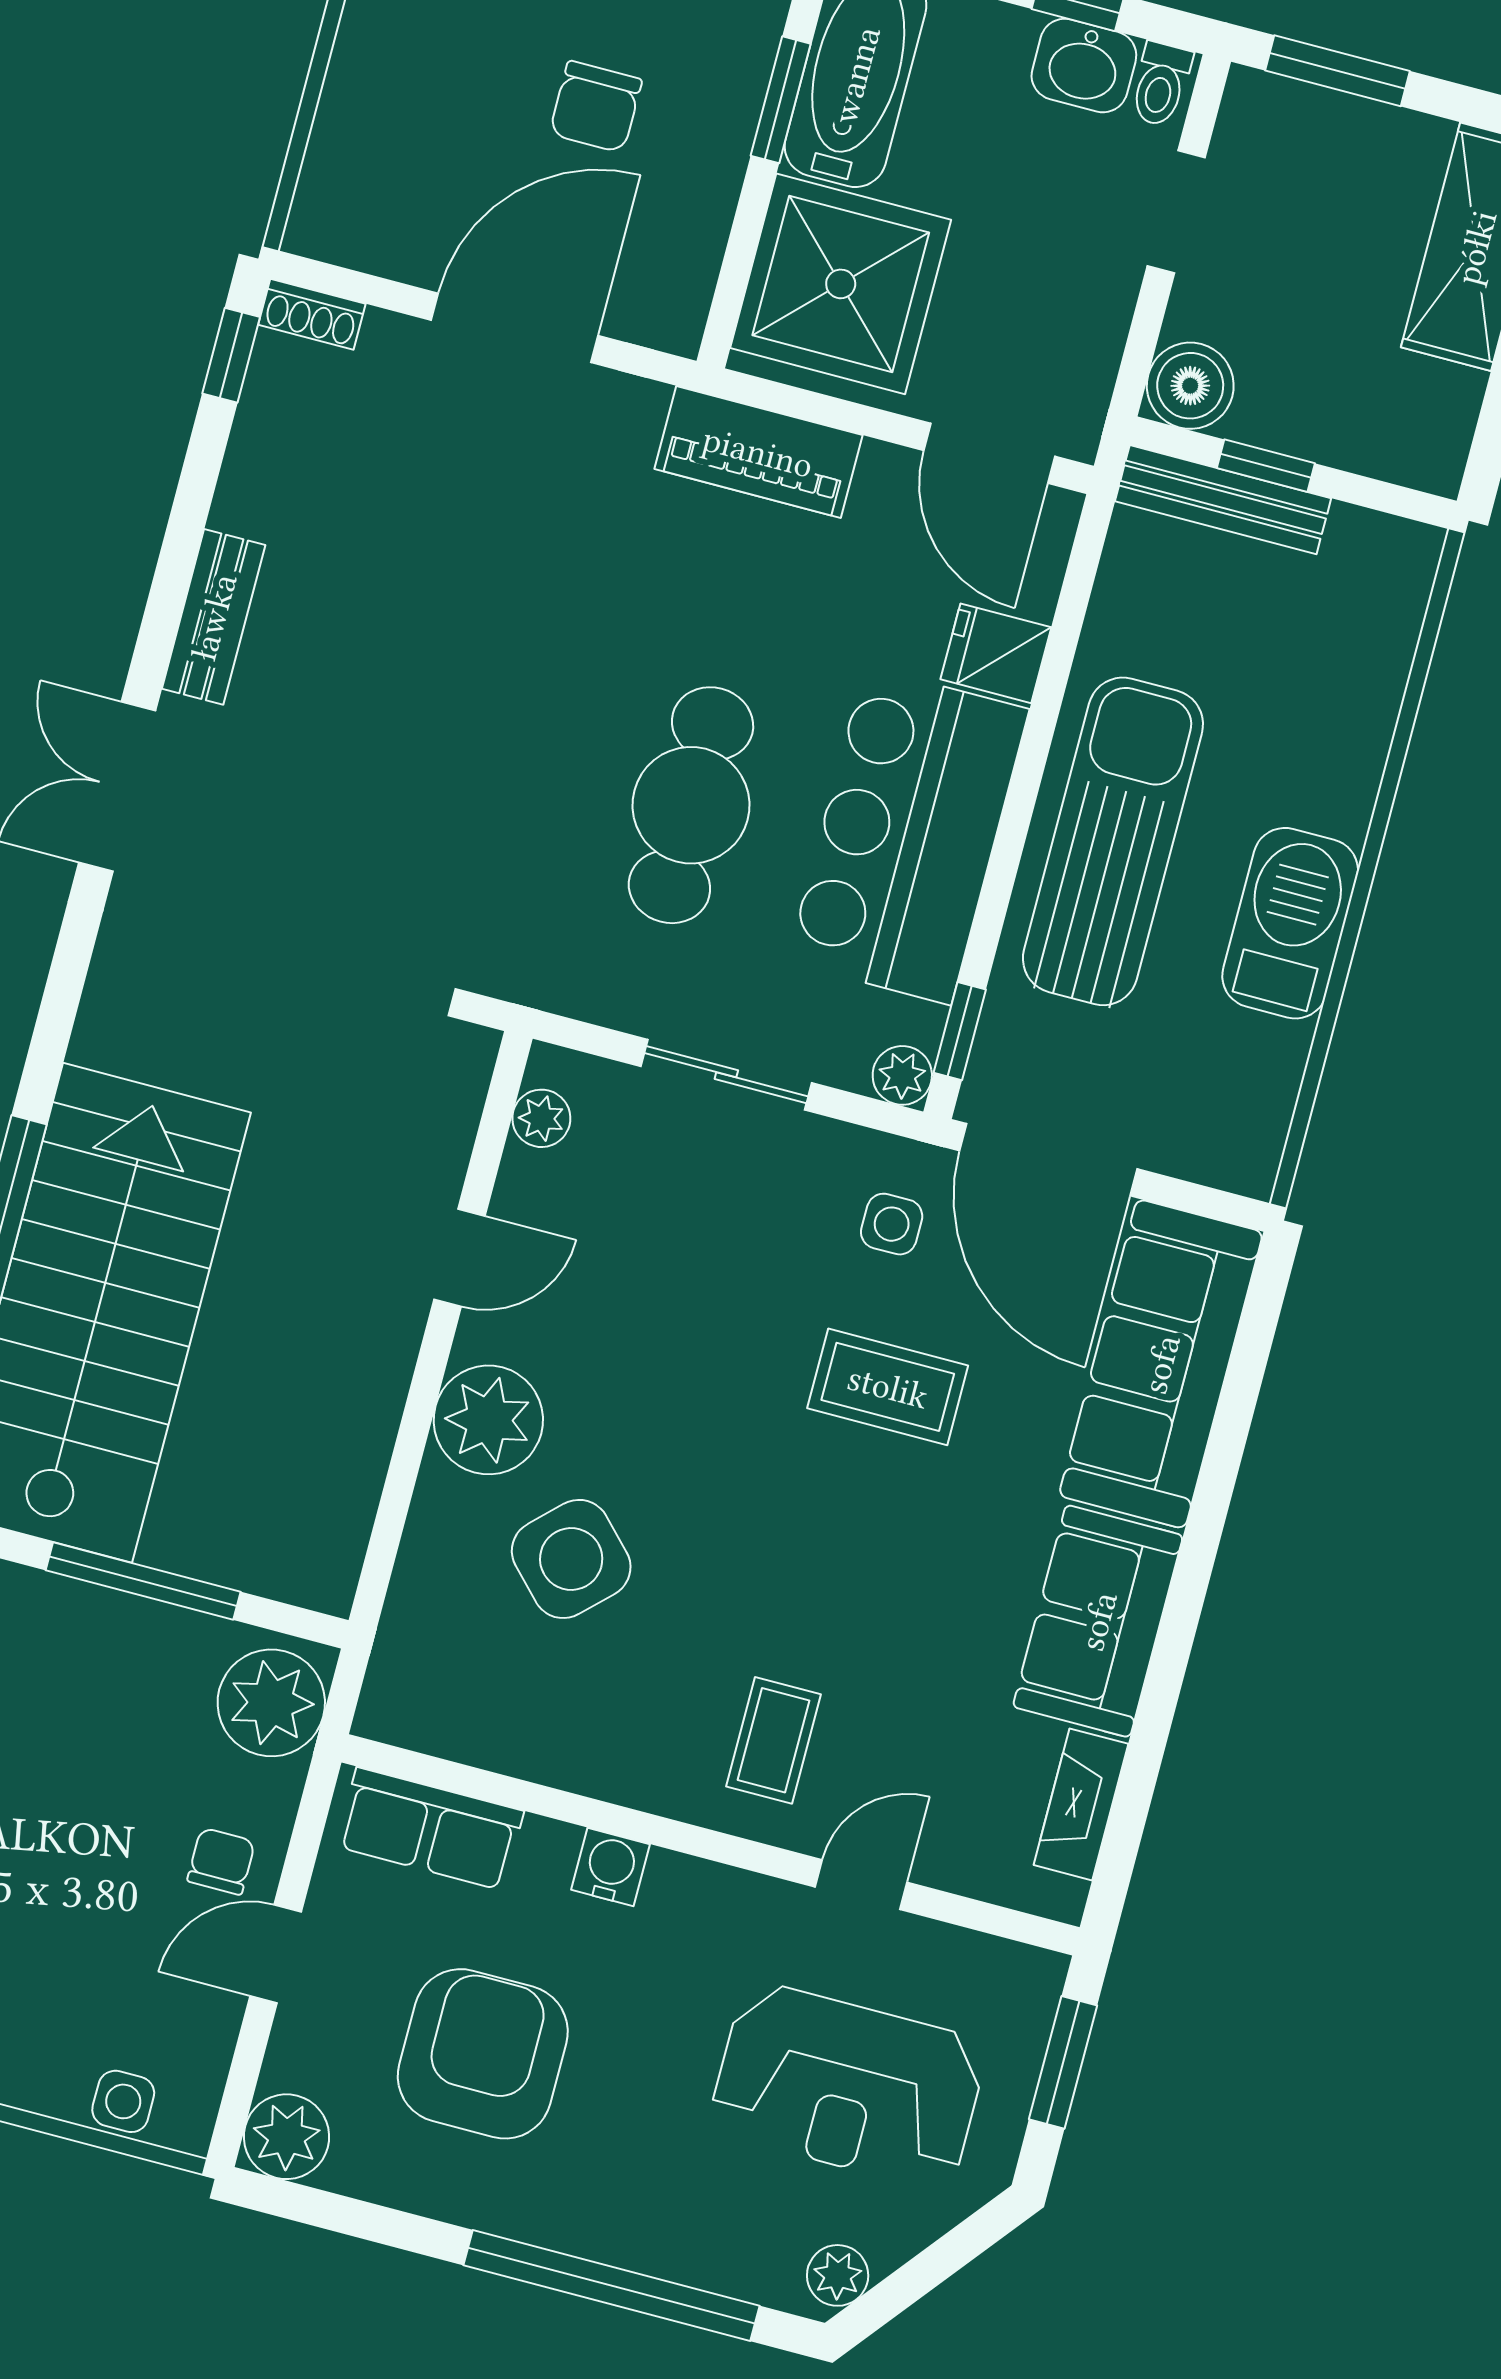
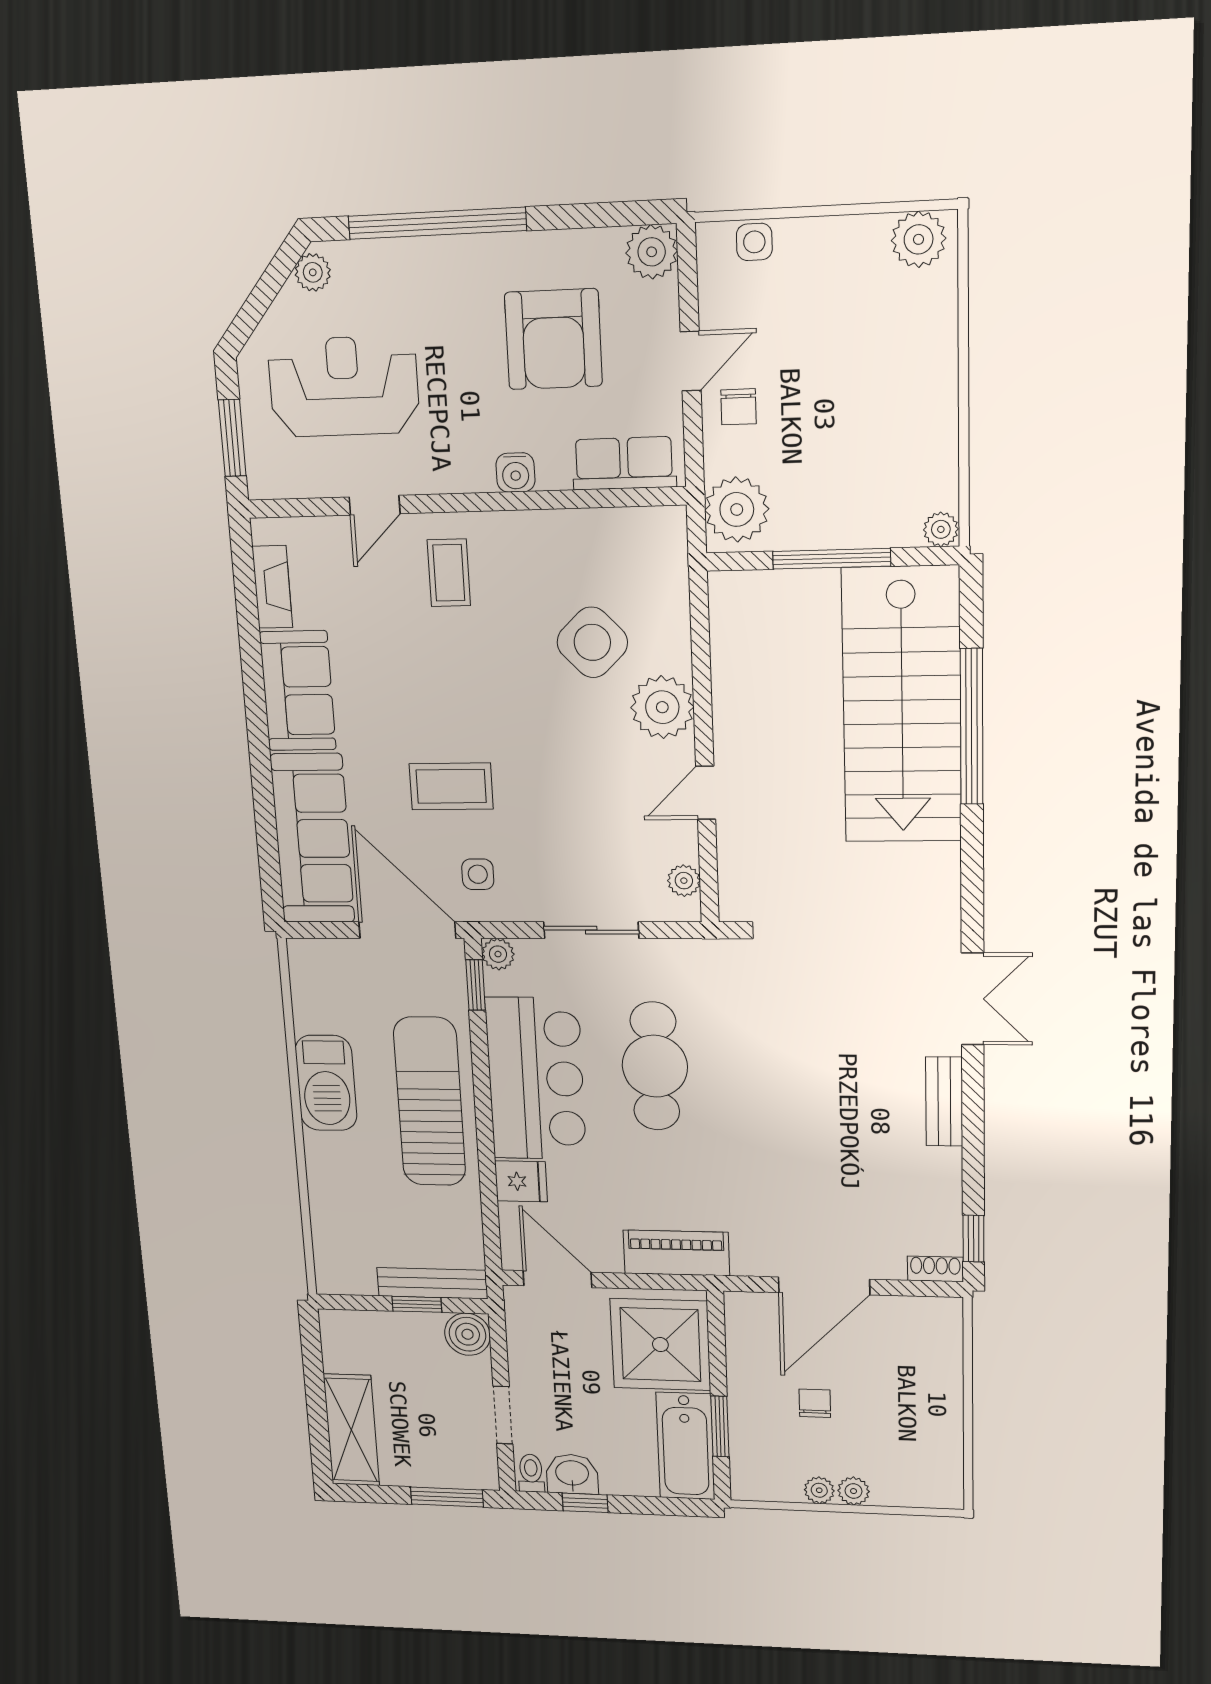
chair: (596, 107) -> (815, 1403), width x0.73, depth x0.73
sun lounger: (1113, 841) -> (430, 1102), turned 180

